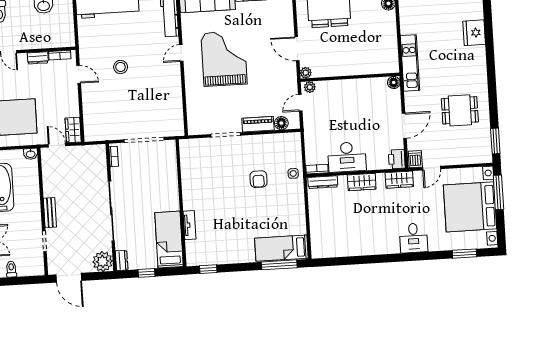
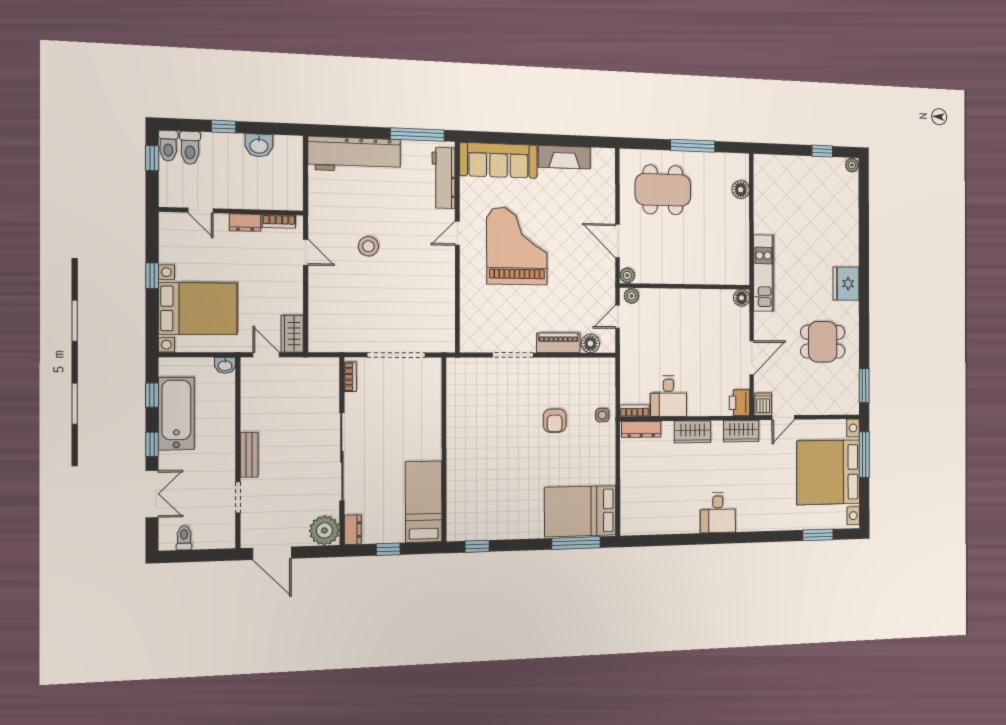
fridge: (474, 33) -> (846, 284), moved
desk: (347, 157) -> (668, 396), width x0.73
tv unit: (189, 225) -> (454, 482), removed
desk: (413, 238) -> (718, 513), moved
bed: (281, 248) -> (580, 511), width x1.50

